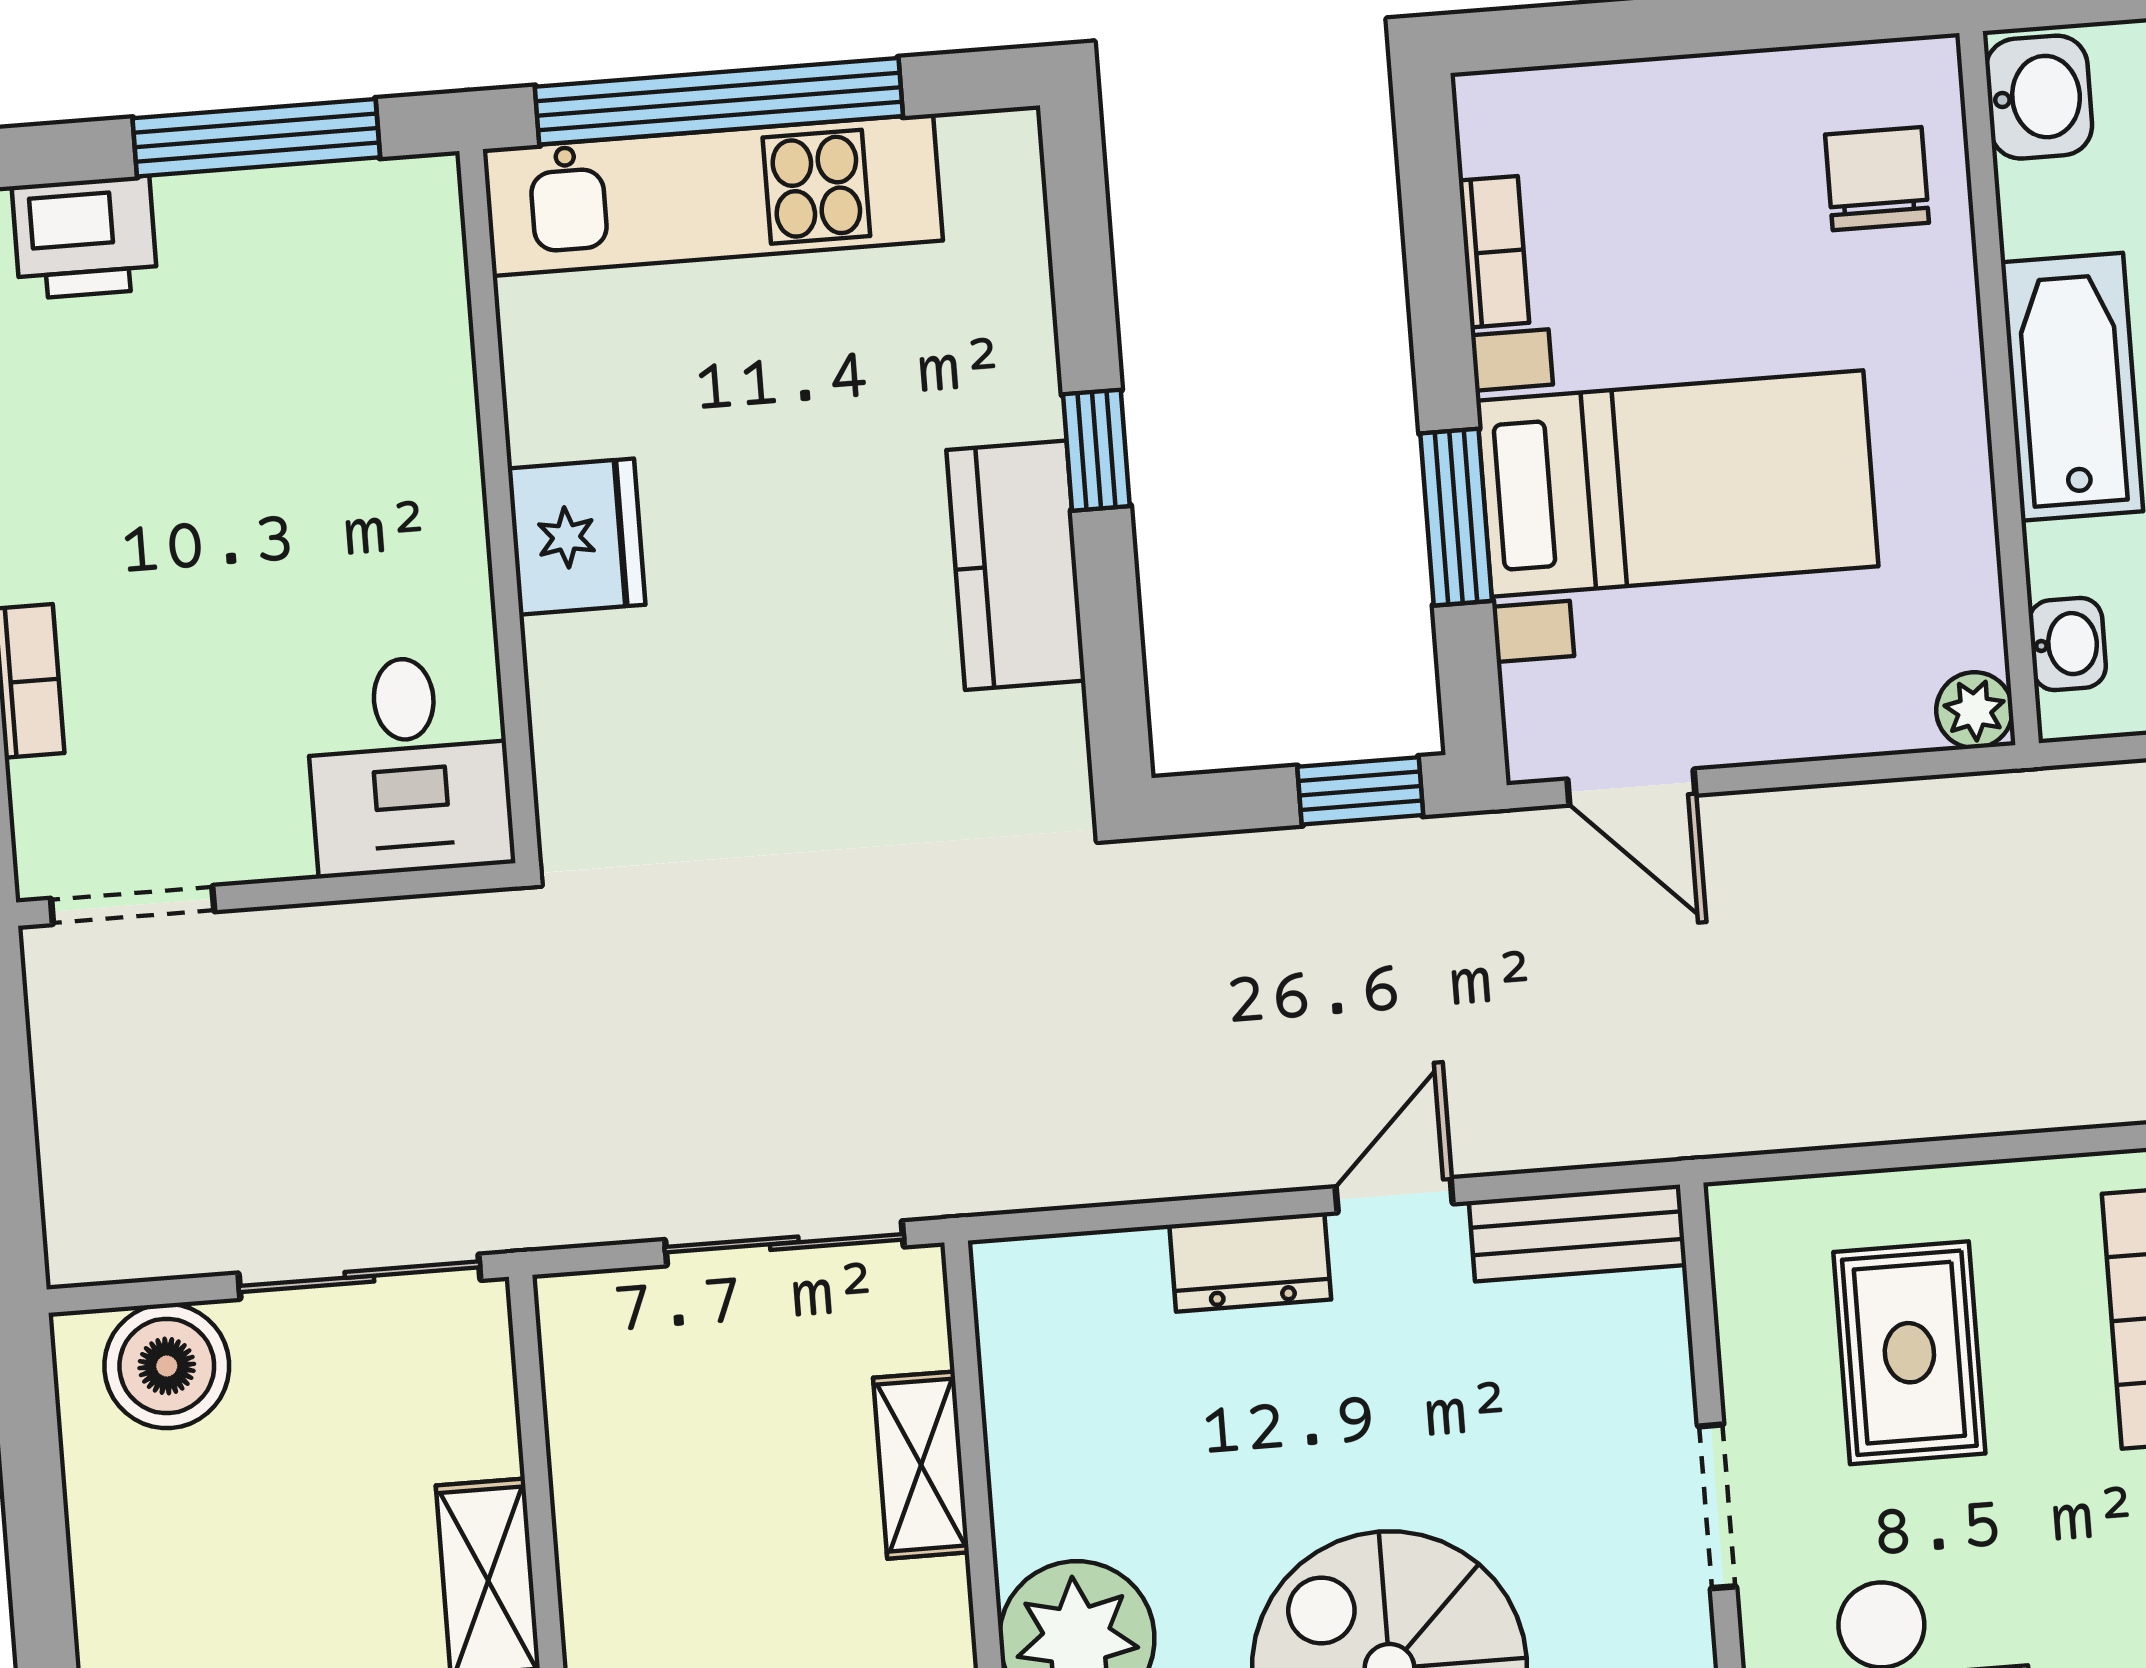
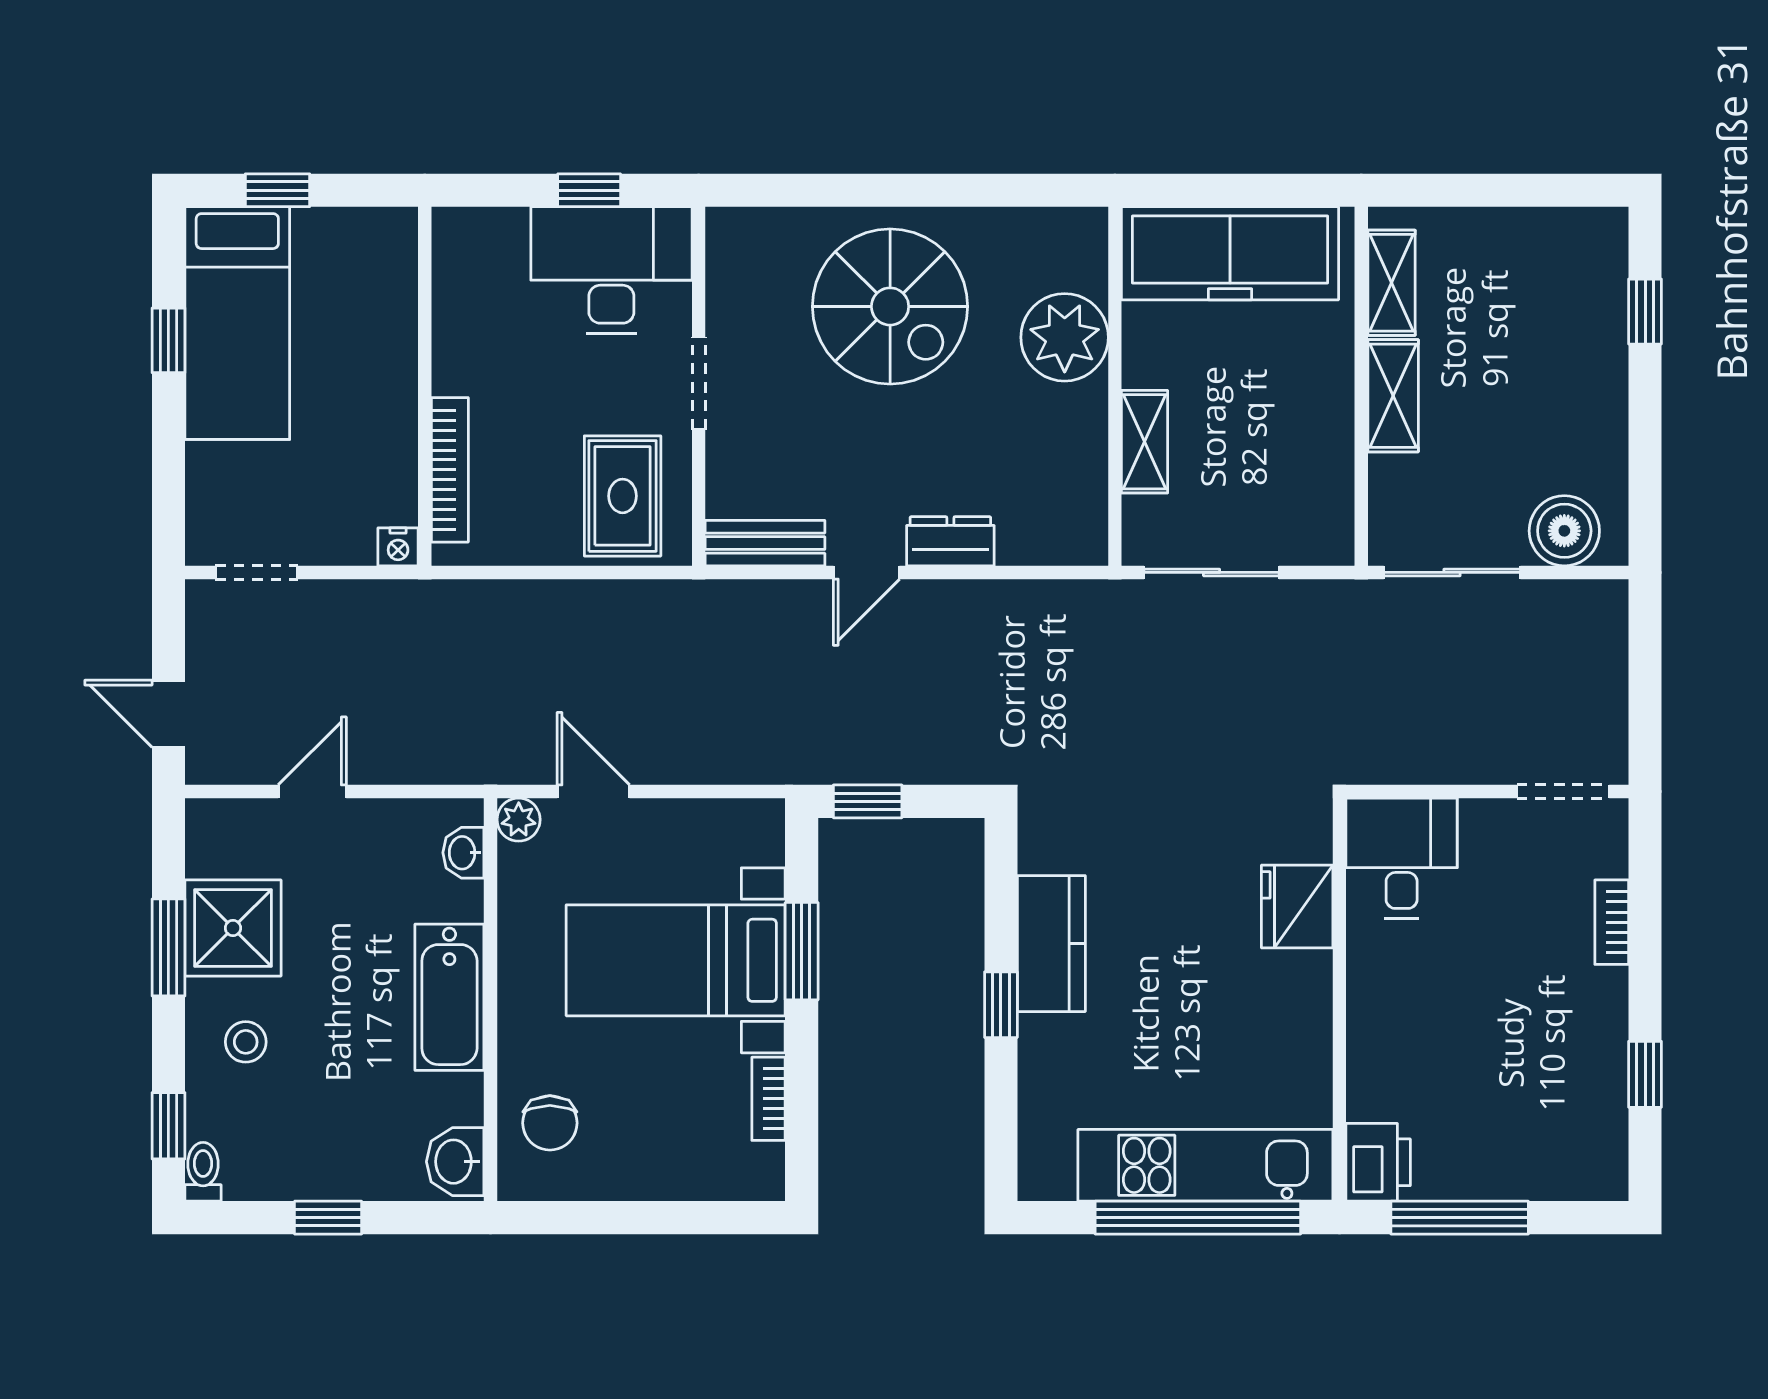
printer: (85, 238) -> (1378, 1162), moved, turned 90
fridge: (577, 537) -> (1297, 906), moved
door: (1631, 787) -> (593, 792), moved
rug: (1909, 1353) -> (623, 496), moved

